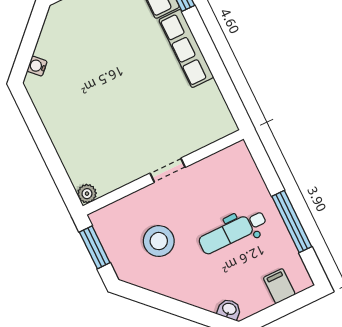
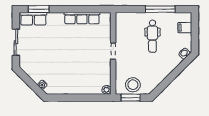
row of seats: (186, 48) -> (82, 18), moved
stool: (159, 241) -> (133, 85), moved

